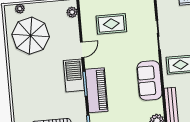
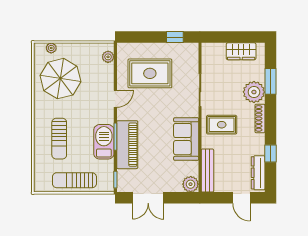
rug: (111, 24) -> (150, 73), width x1.36, depth x1.43
barbecue: (74, 75) -> (104, 142), moved
sun lounger: (34, 90) -> (59, 139), added

